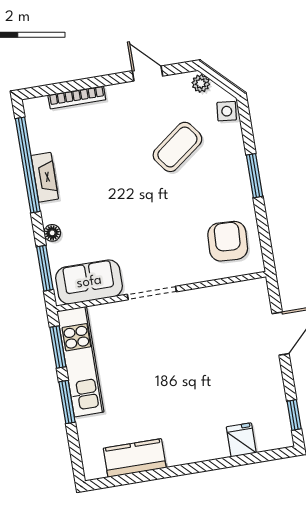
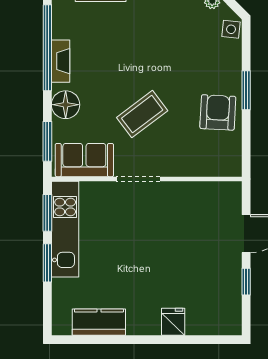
coffee table: (177, 147) -> (142, 114), moved
floor lamp: (52, 233) -> (66, 105), width x1.89, depth x1.89
armchair: (228, 241) -> (218, 112), moved
window: (294, 415) -> (246, 282), moved
fridge: (241, 440) -> (173, 322), moved

